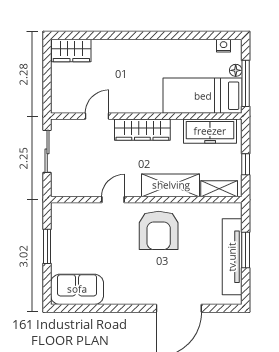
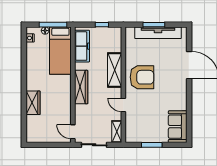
wardrobe: (71, 51) -> (33, 103), moved
door: (97, 116) -> (73, 132), moved
shelving: (219, 189) -> (117, 132), moved

